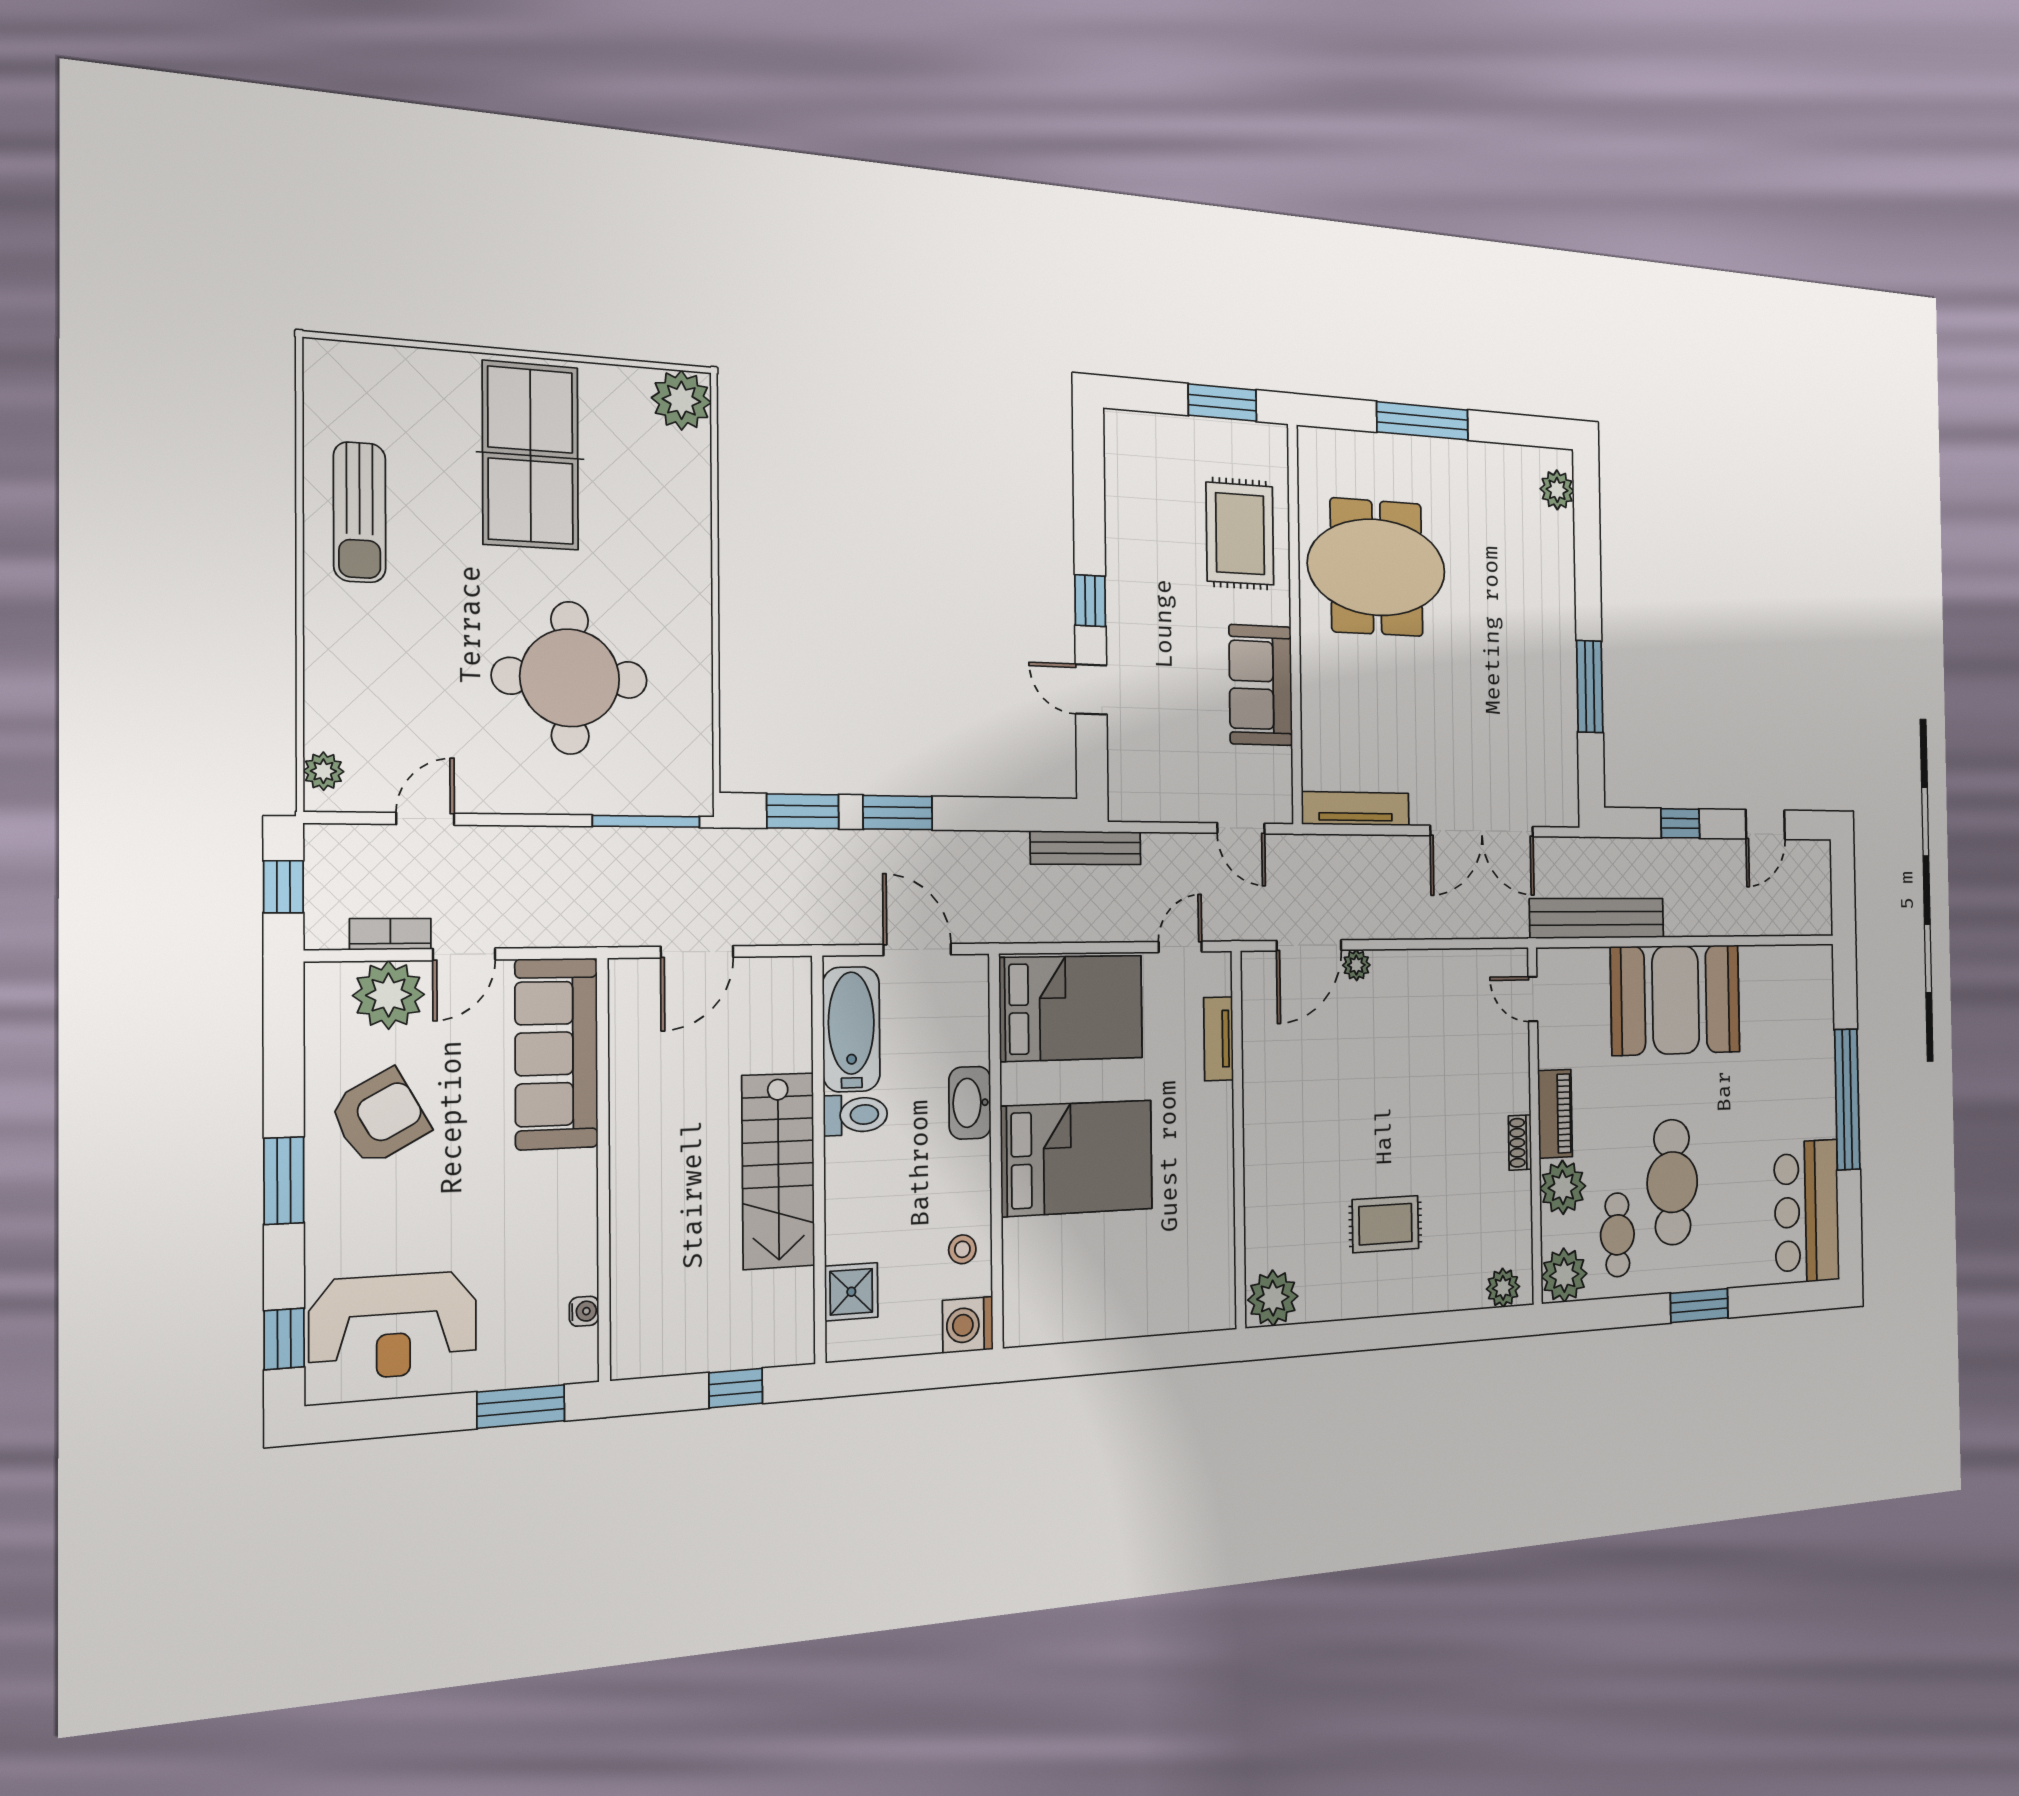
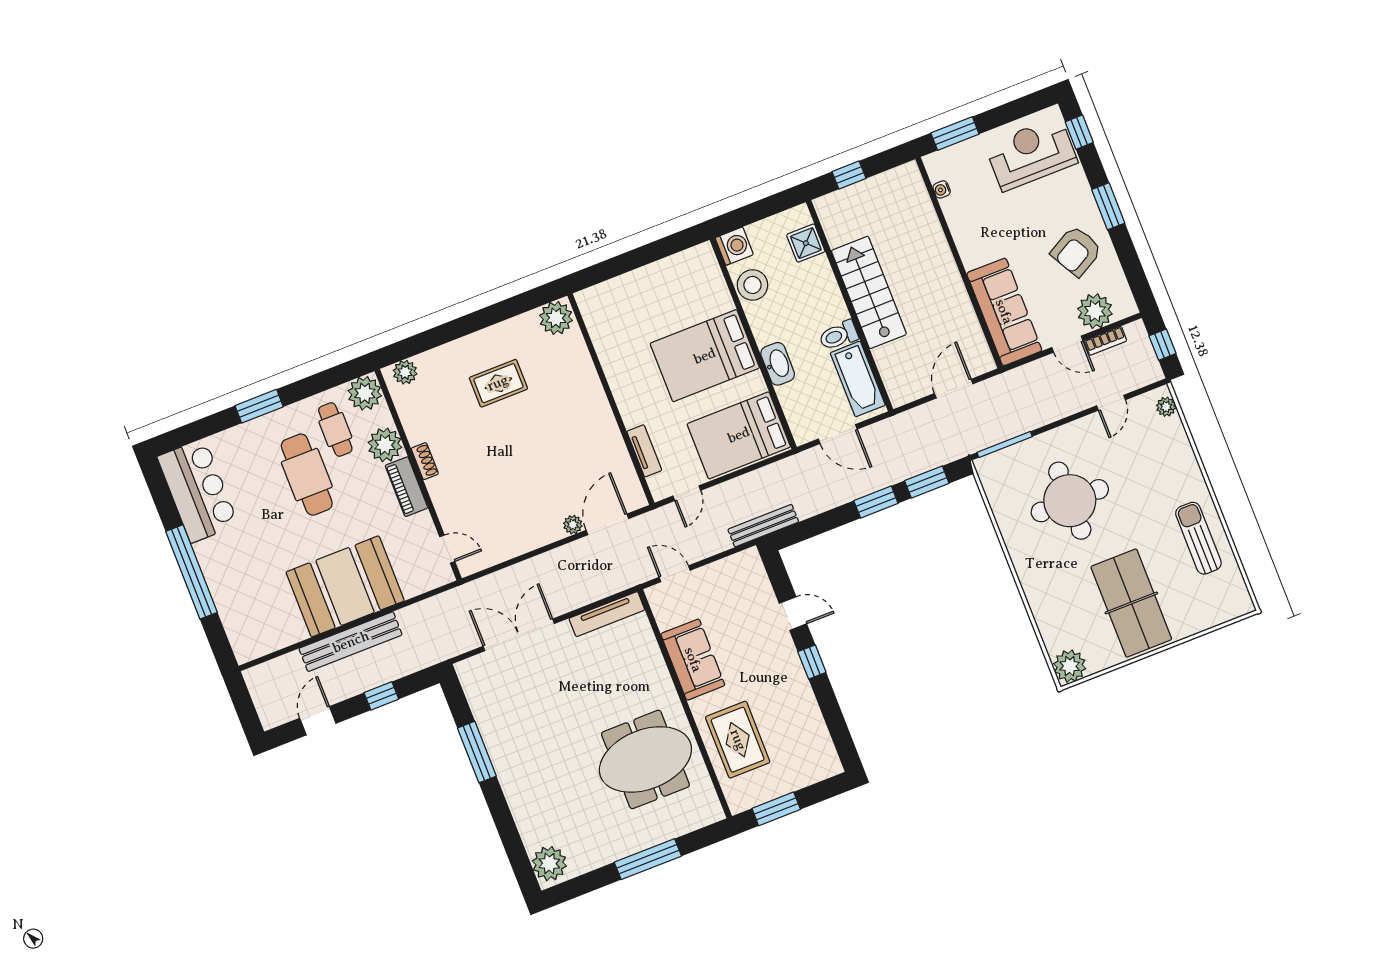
plant: (1557, 490) -> (549, 864), width x1.36, depth x1.36
bench: (1597, 918) -> (351, 642), moved
door: (464, 954) -> (1067, 344), swing flipped
stool: (962, 1249) -> (752, 285), width x1.89, depth x1.89

